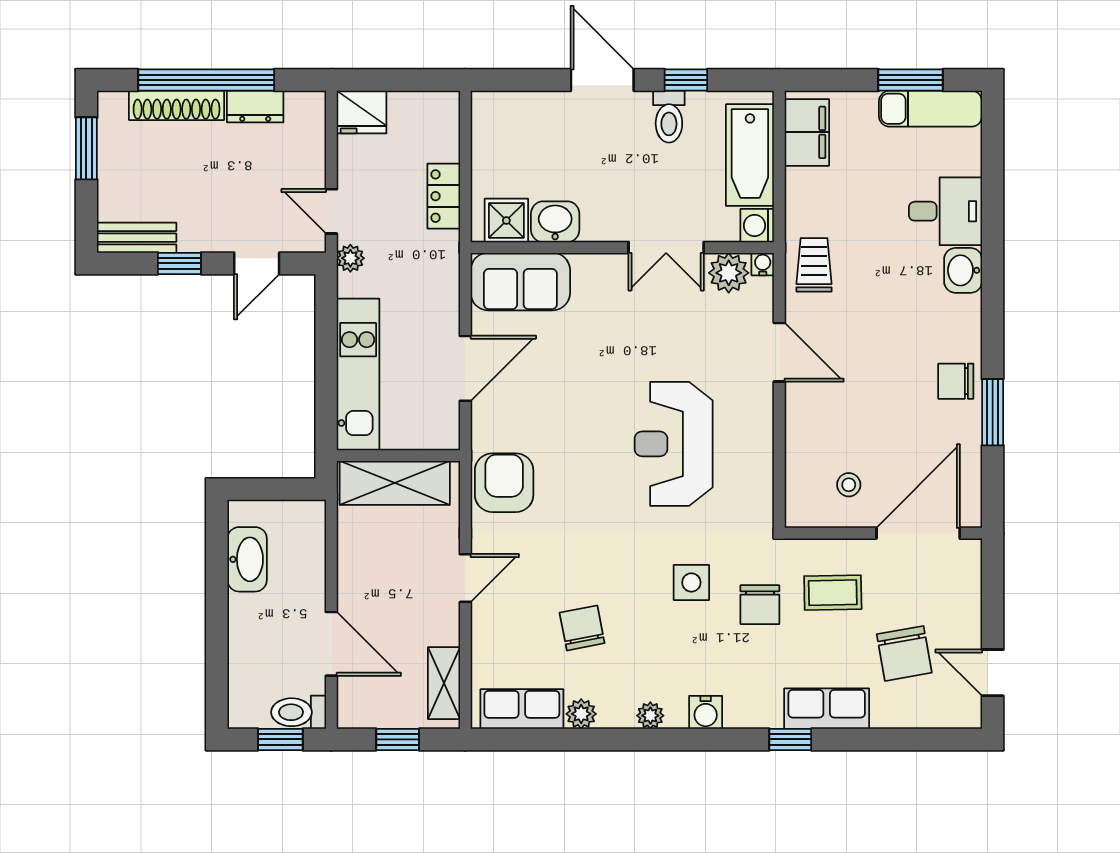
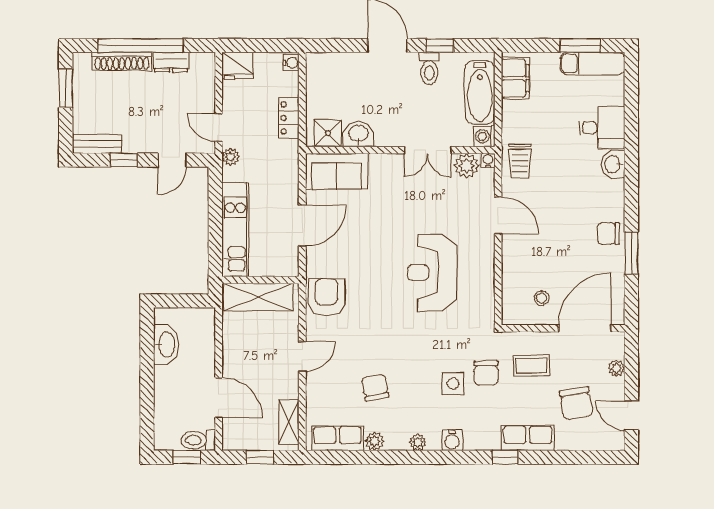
water cooler: (447, 107) -> (291, 63), added
trolley: (814, 265) -> (520, 161), turned 180
side table: (691, 582) -> (453, 383), moved
plant: (969, 597) -> (616, 368), added

